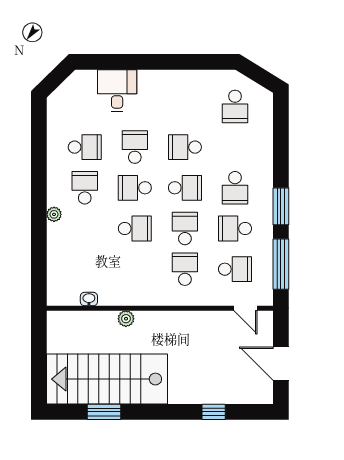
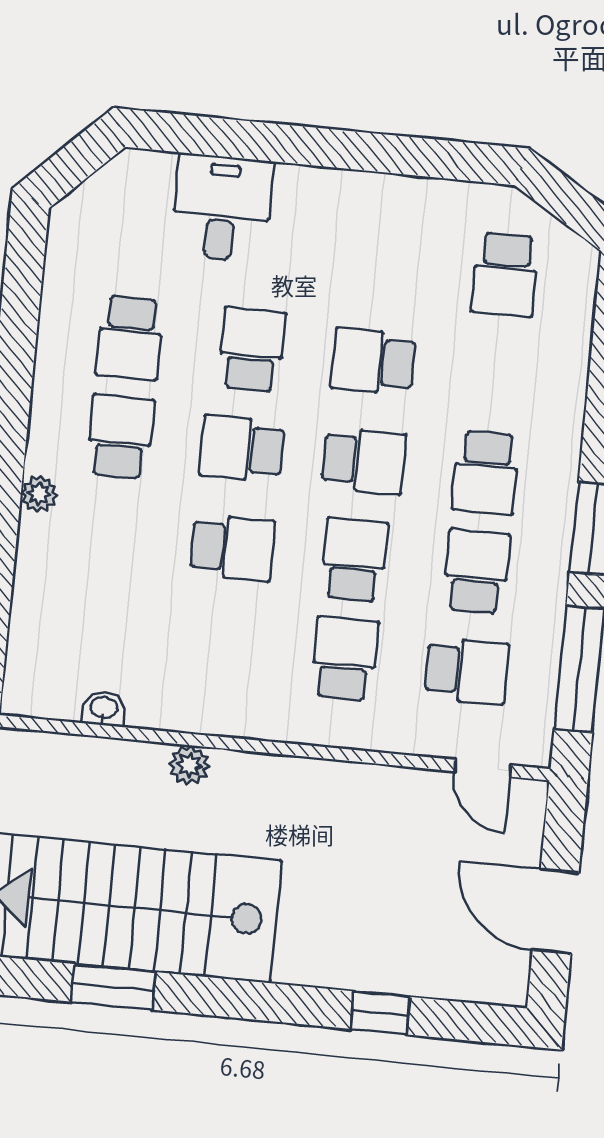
school desk: (85, 147) -> (130, 338), turned 90
school desk: (235, 228) -> (476, 572), turned 90

